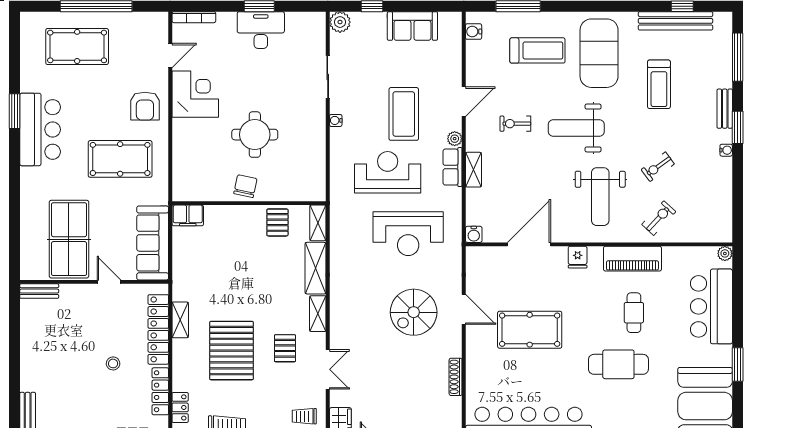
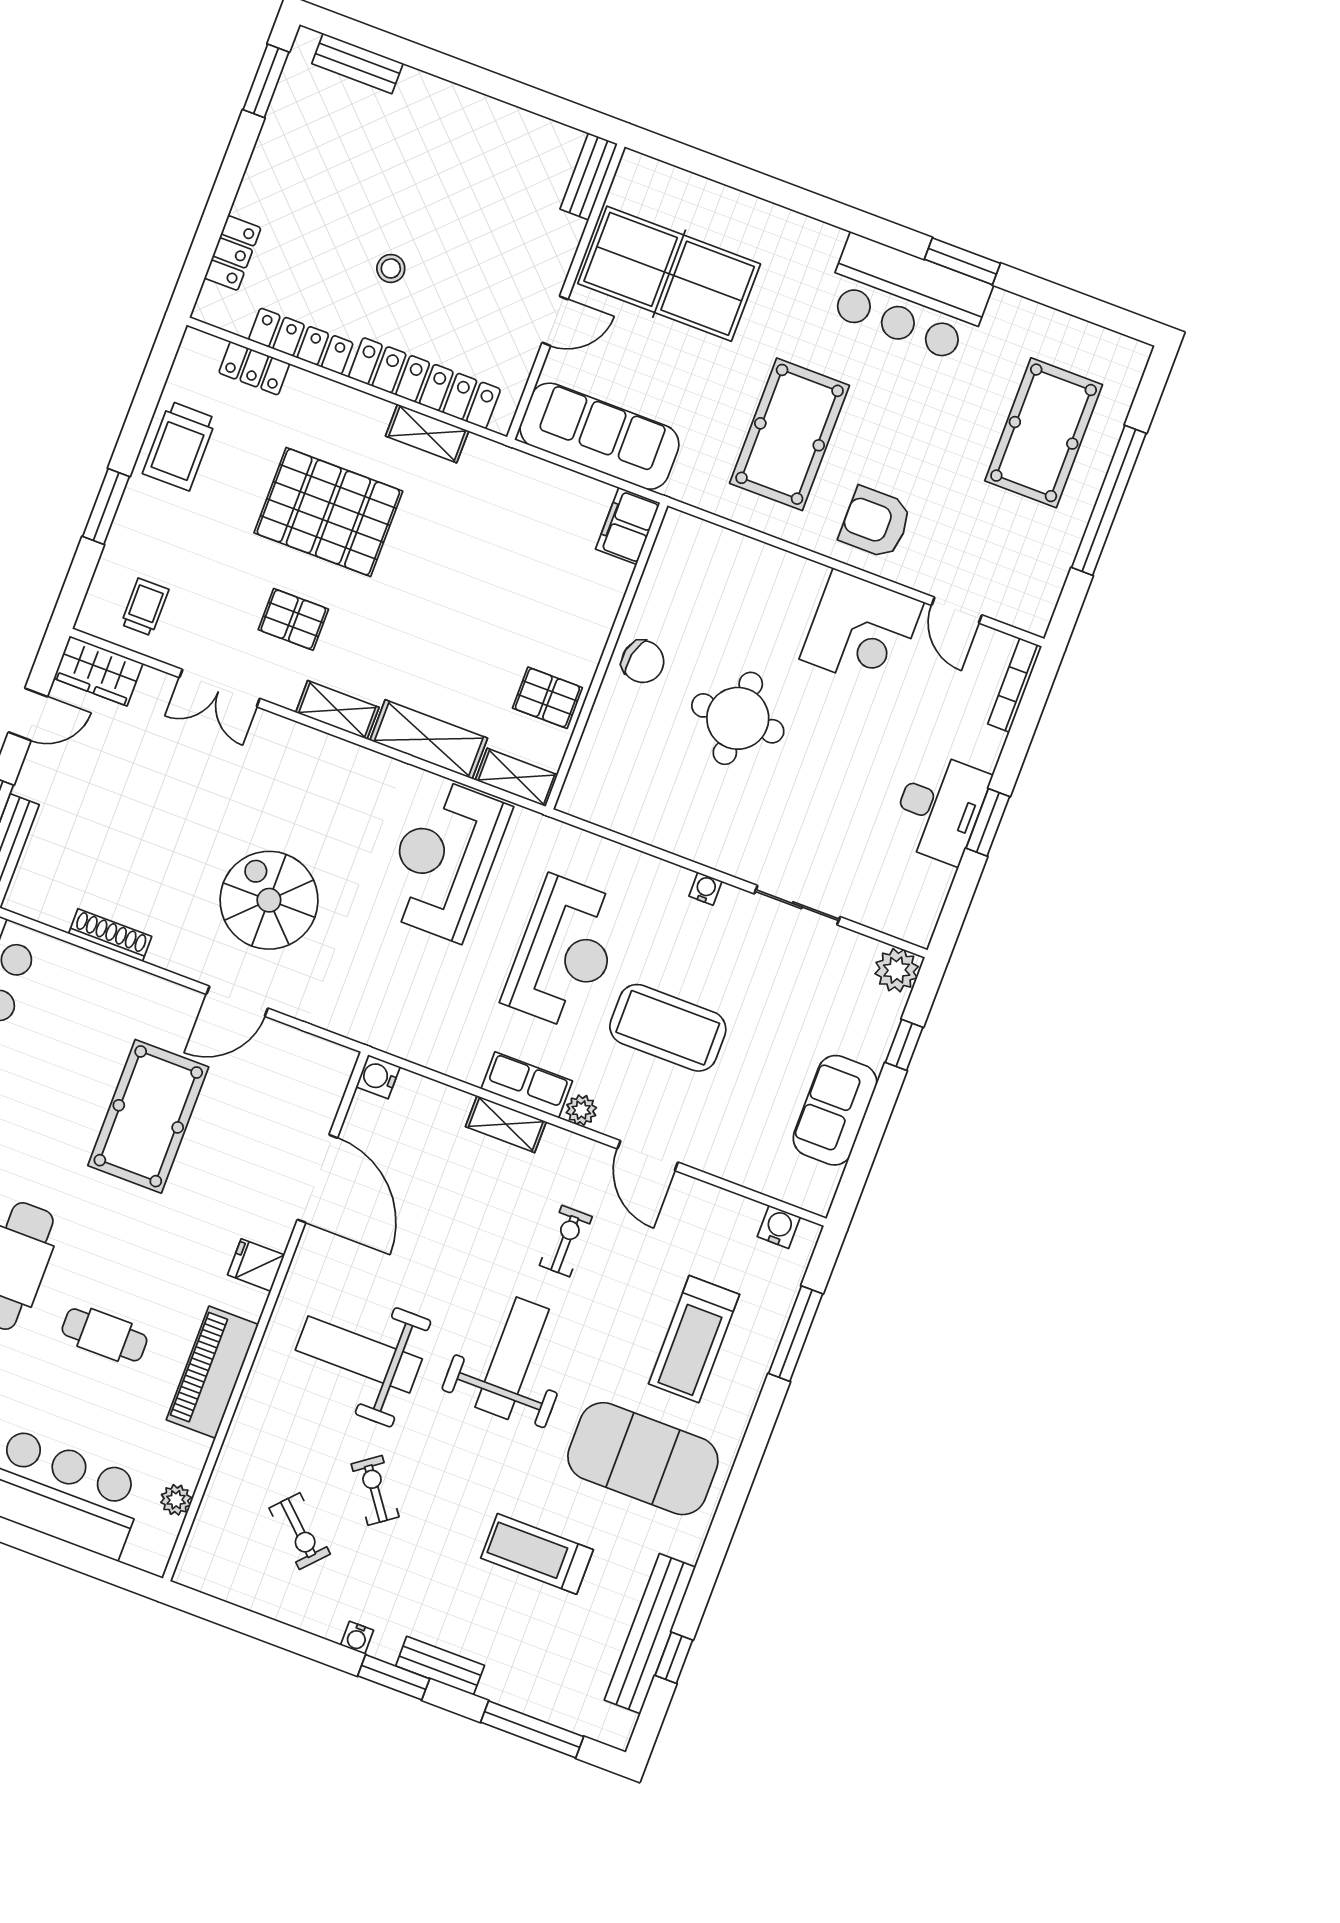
exercise bike: (659, 218) -> (300, 1531), moved
reception desk: (408, 234) -> (444, 859), moved
plant: (725, 253) -> (176, 1500), moved

